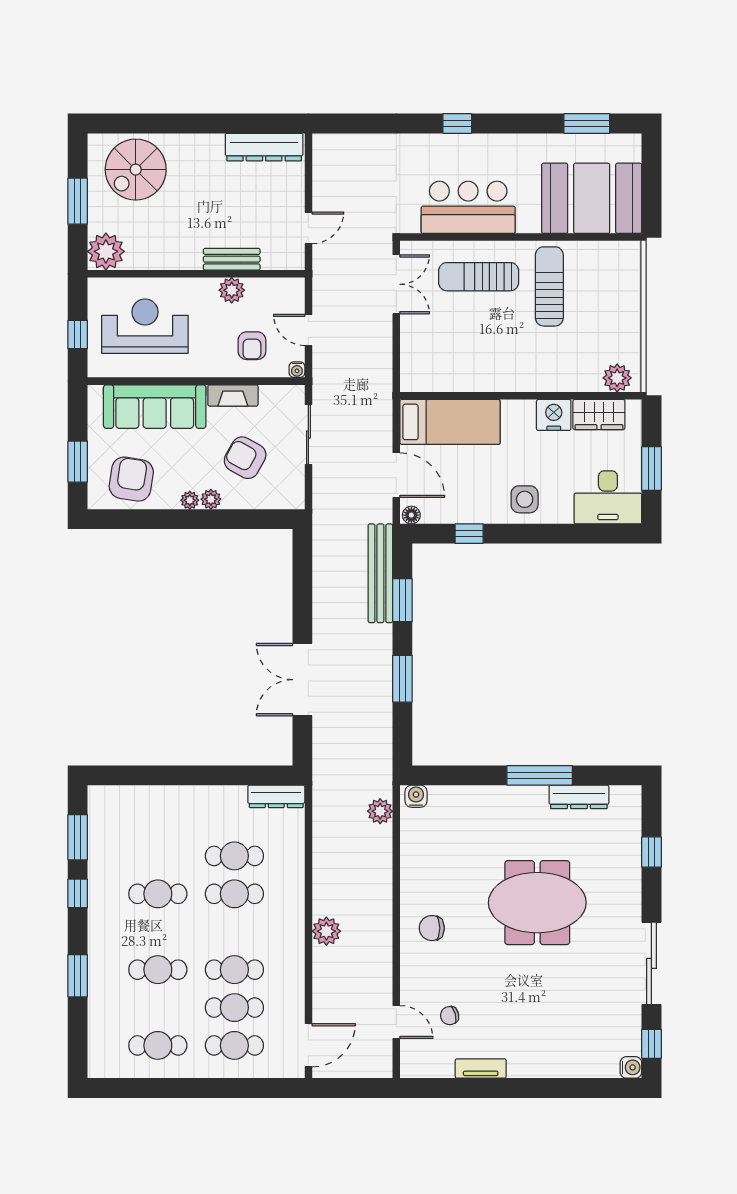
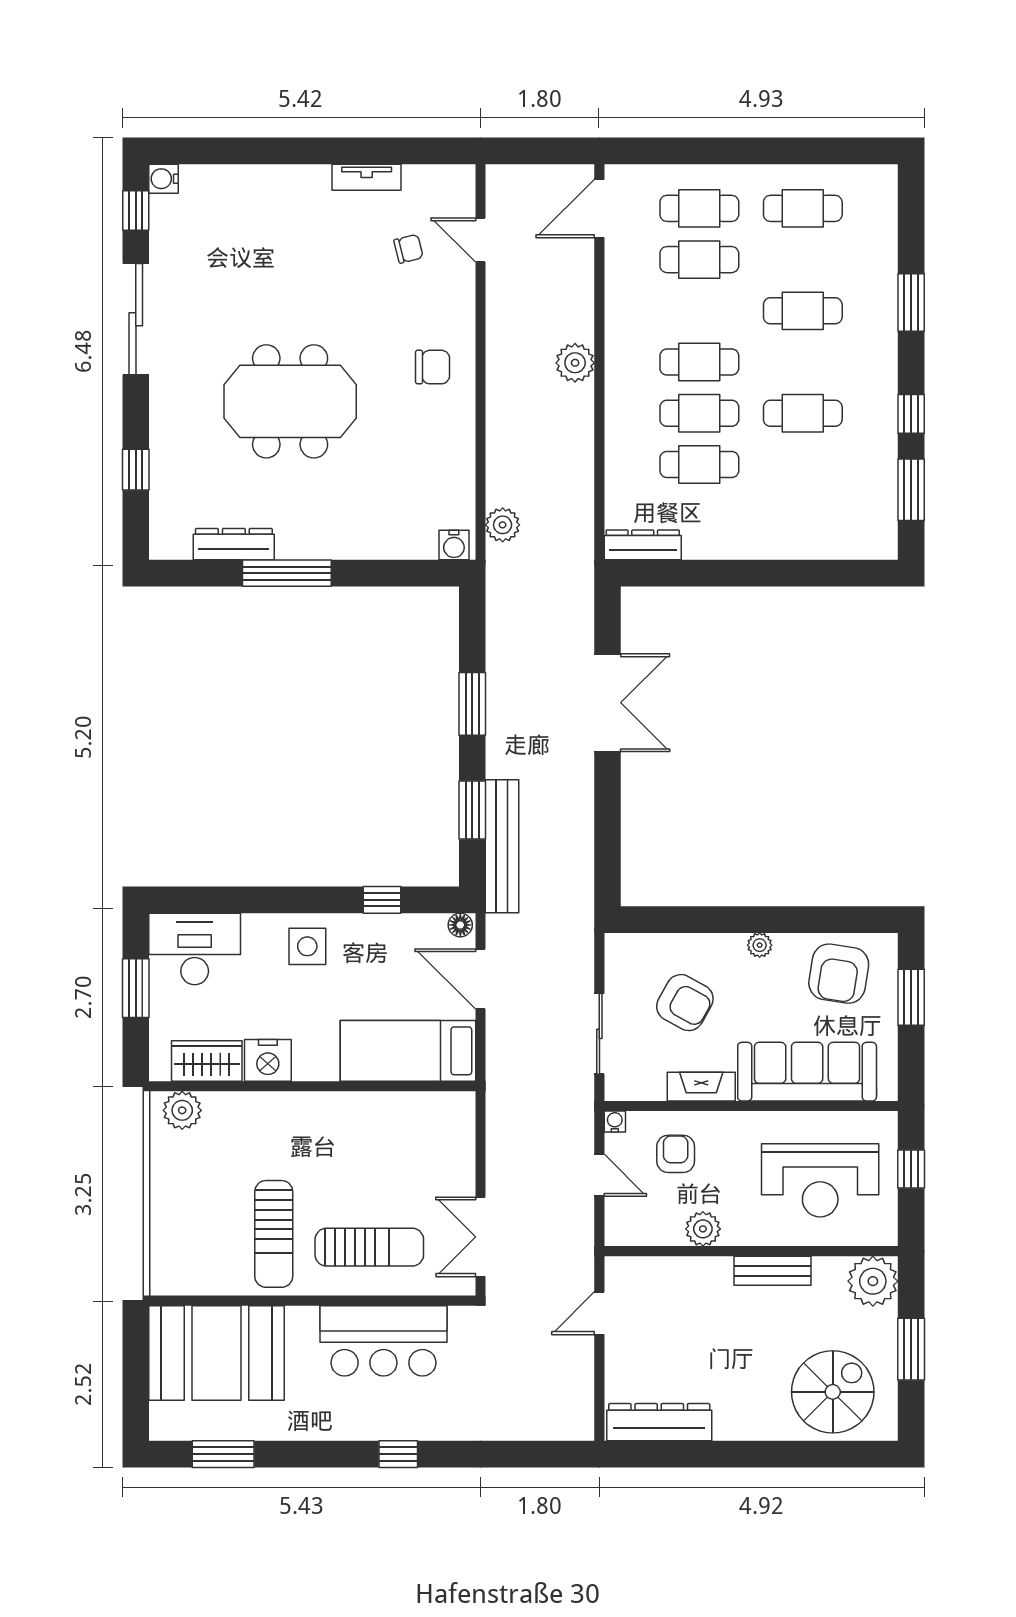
bench: (232, 259) -> (772, 1271), moved
plant: (211, 499) -> (731, 946), removed
cafe table: (234, 970) -> (699, 362), moved

